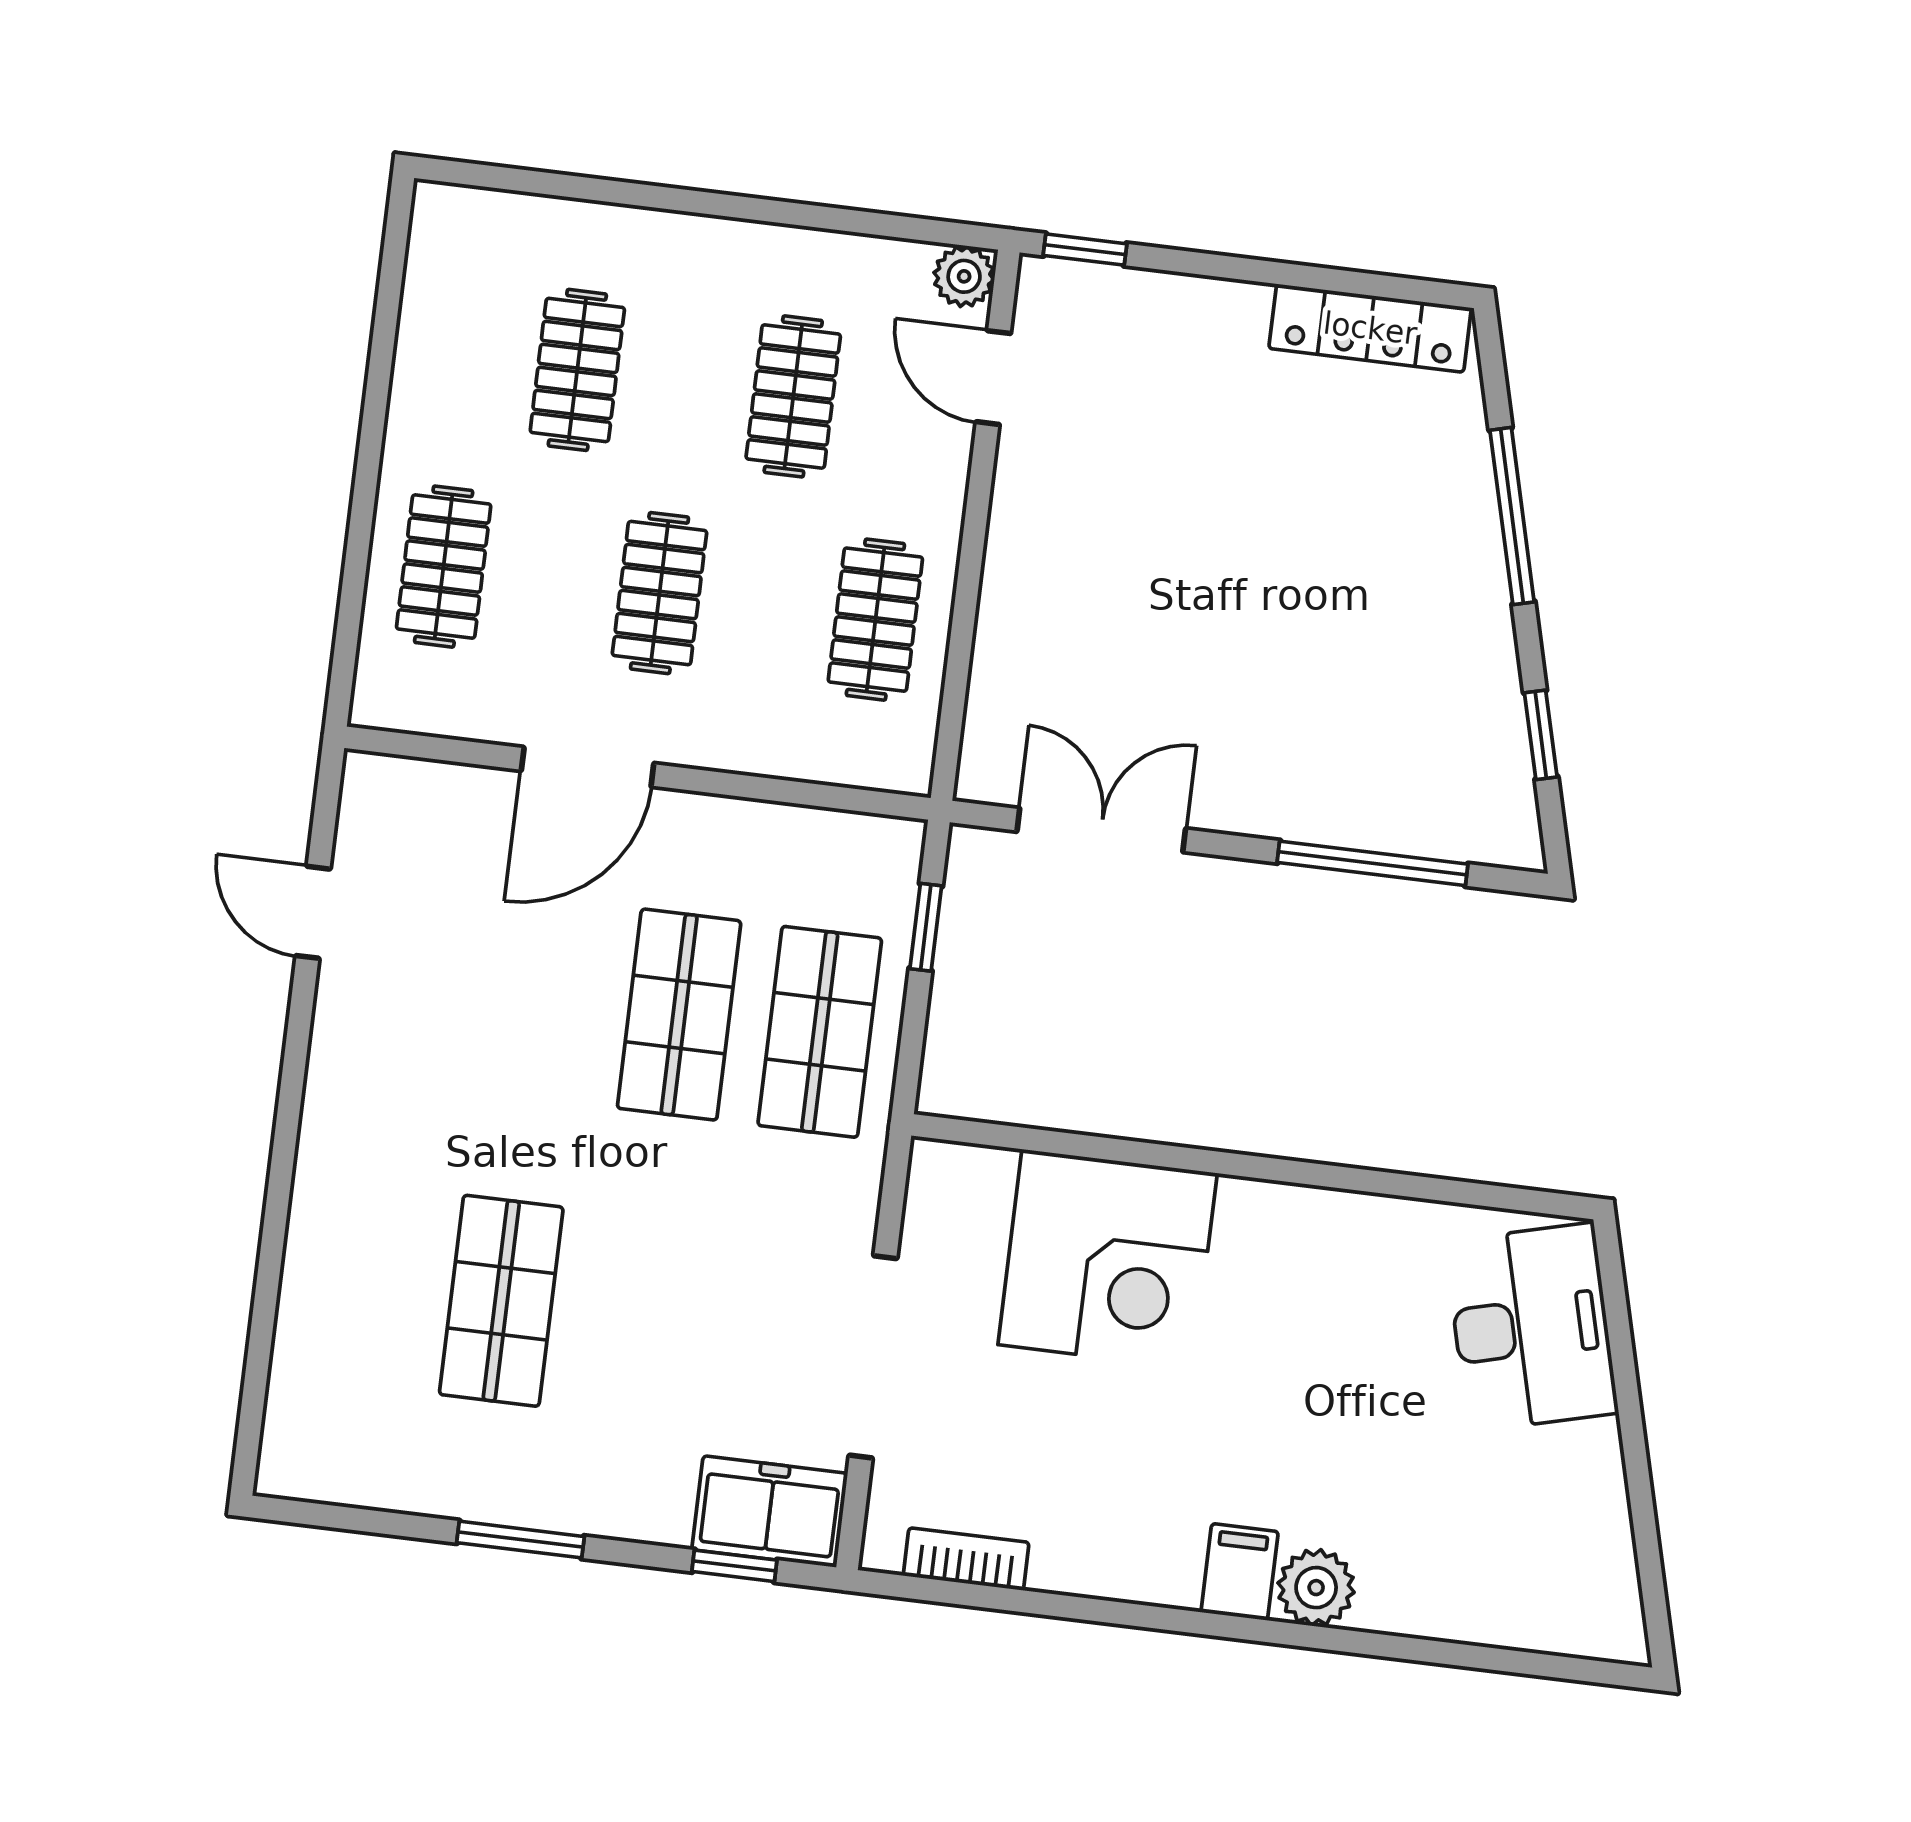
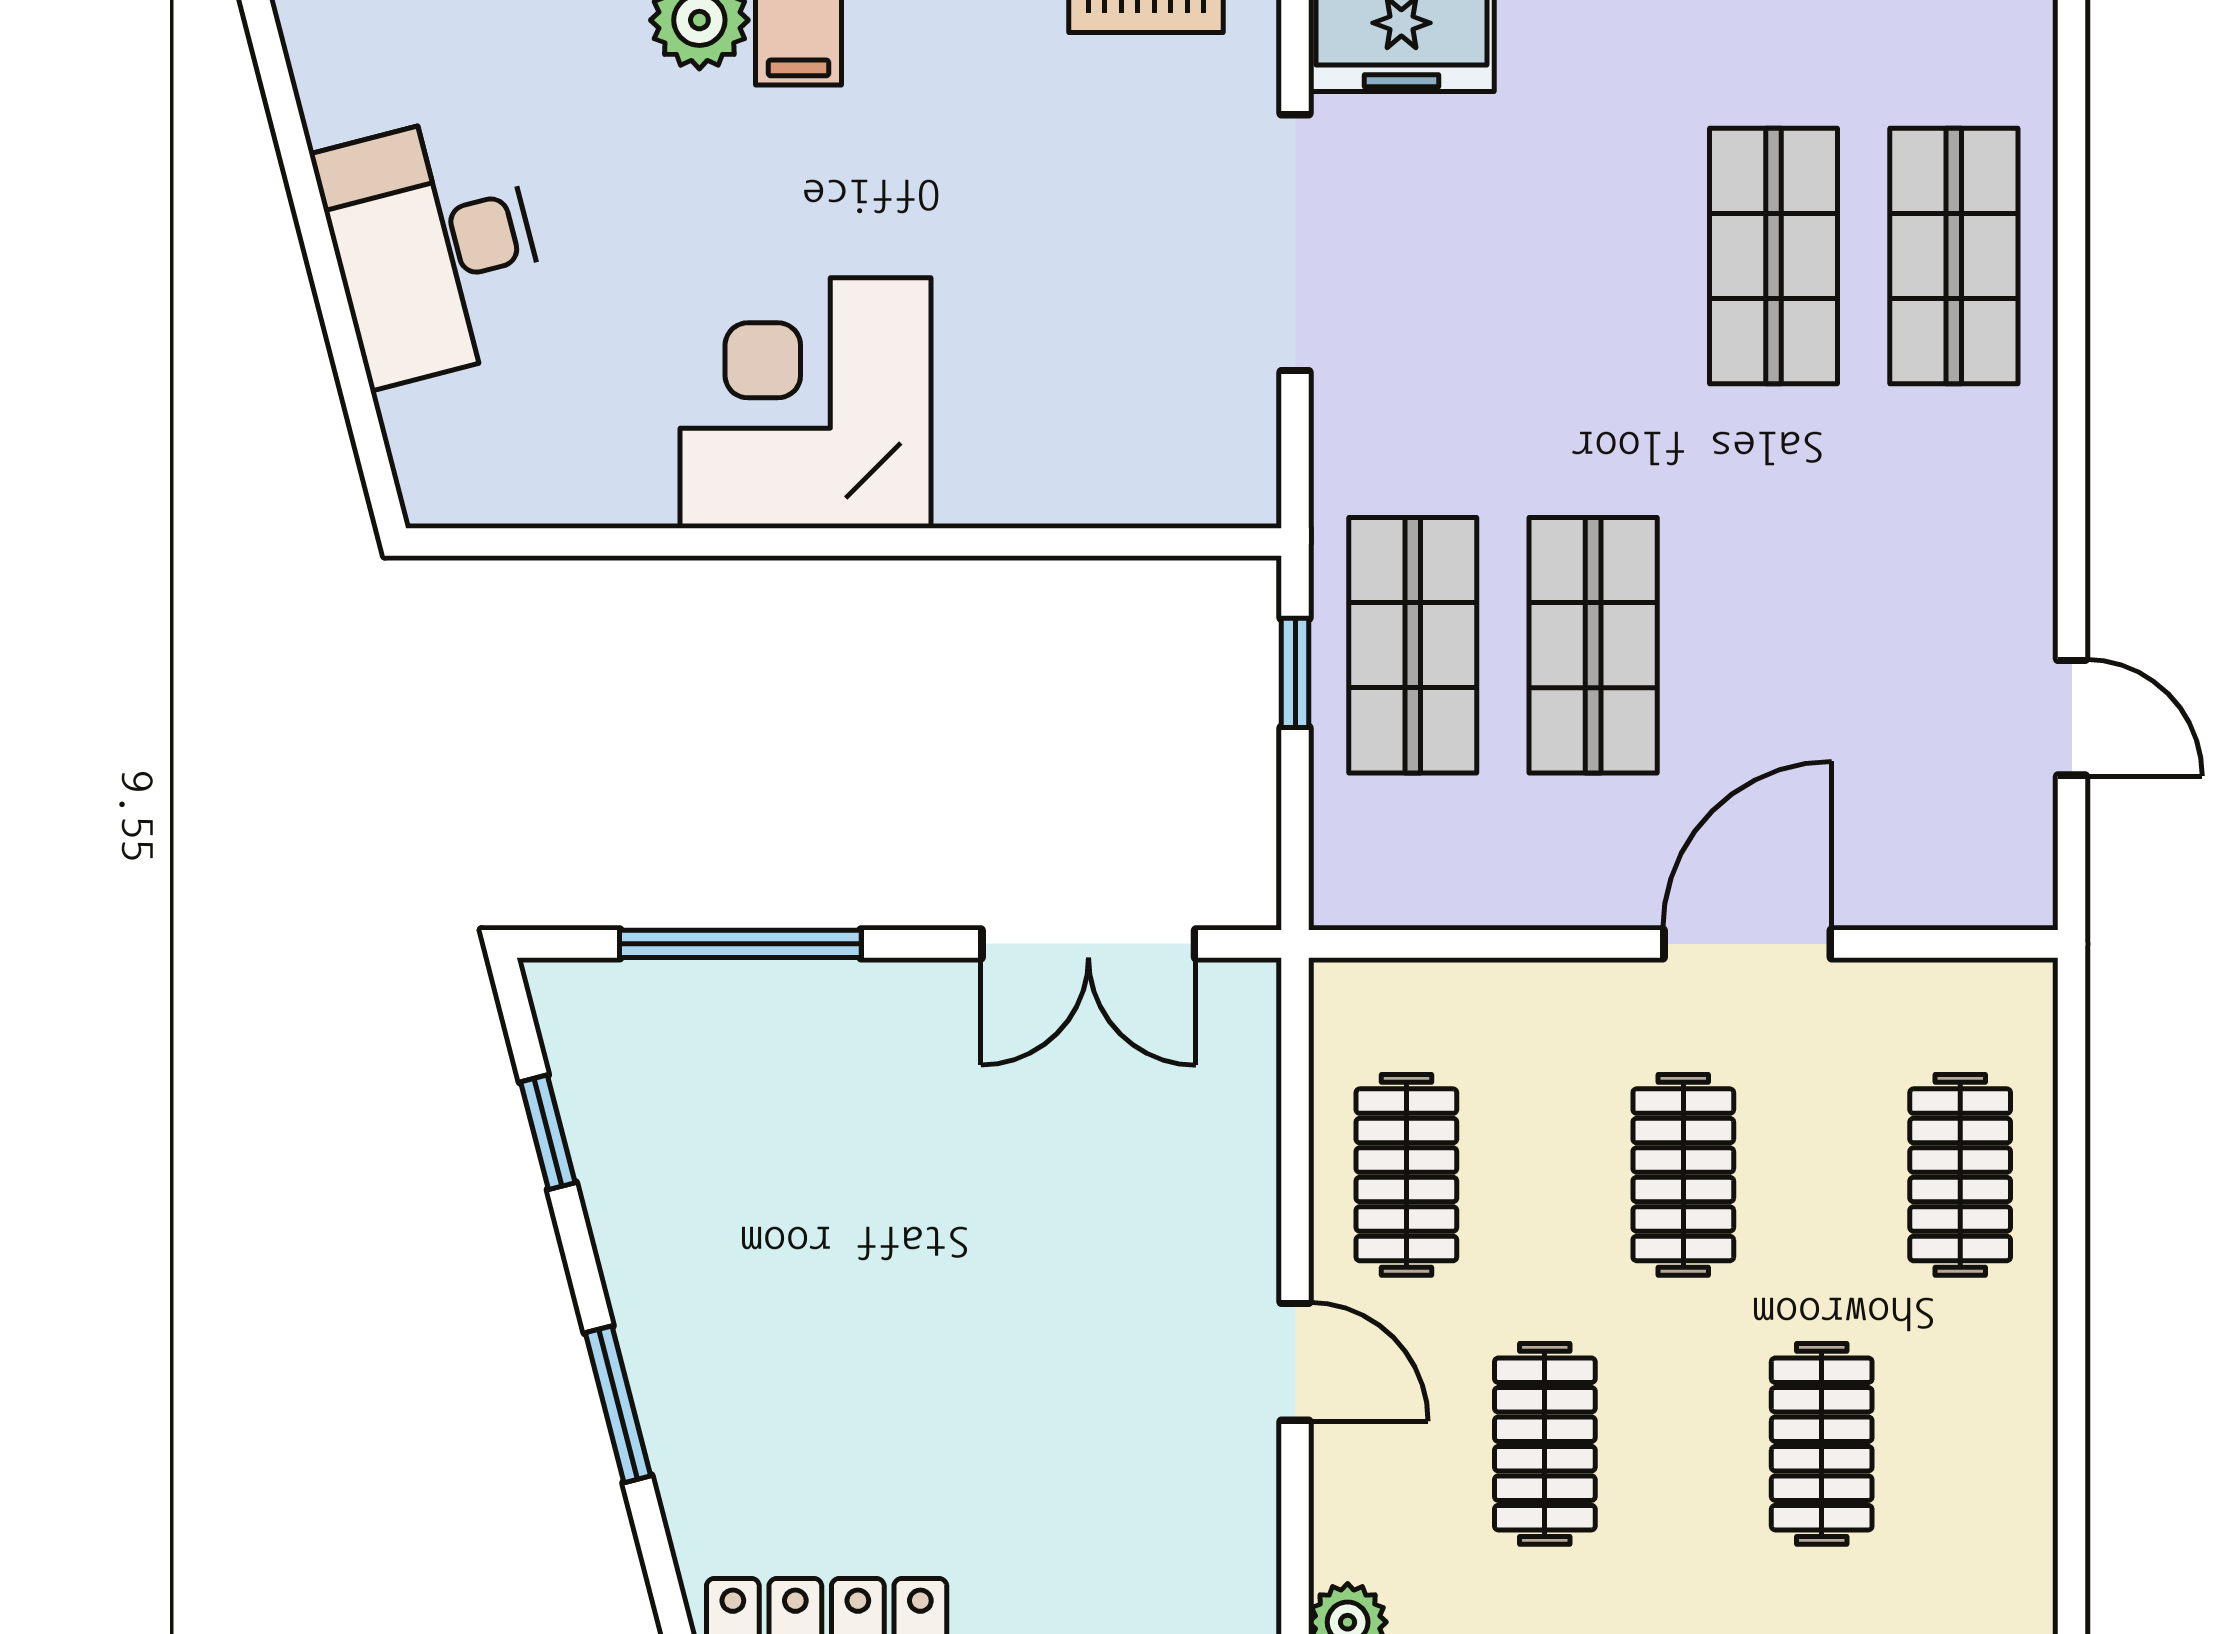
door: (993, 378) -> (1295, 1362), moved
window: (1512, 516) -> (618, 1404), width x0.69
window: (926, 927) -> (1295, 673), moved
corner desk: (1108, 1259) -> (805, 403), moved
shop shelf: (361, 1284) -> (1954, 256), added
desk: (1531, 1327) -> (433, 249), moved

